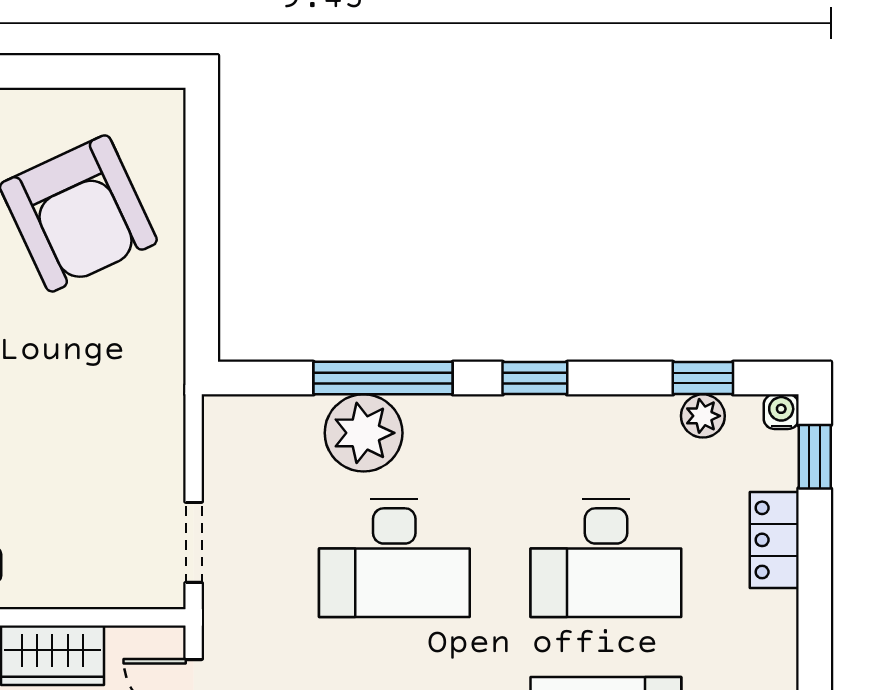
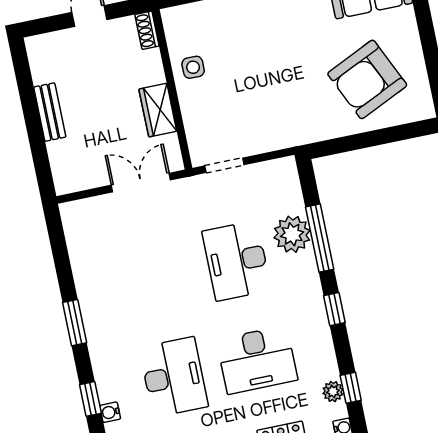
desk: (606, 558) -> (257, 360), turned -90

